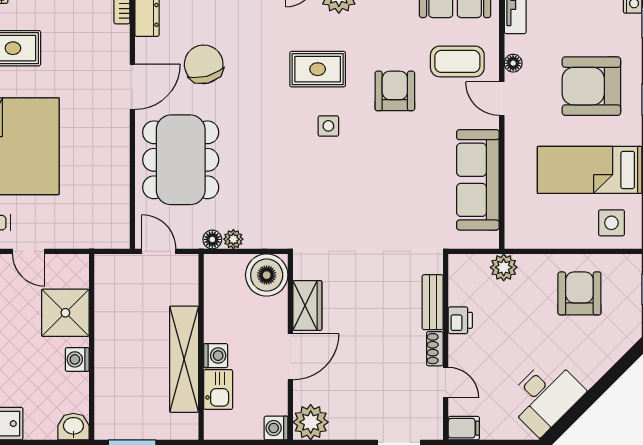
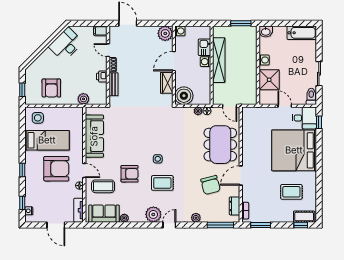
armchair: (591, 86) -> (56, 169), moved
armchair: (395, 91) -> (130, 174), turned -90

